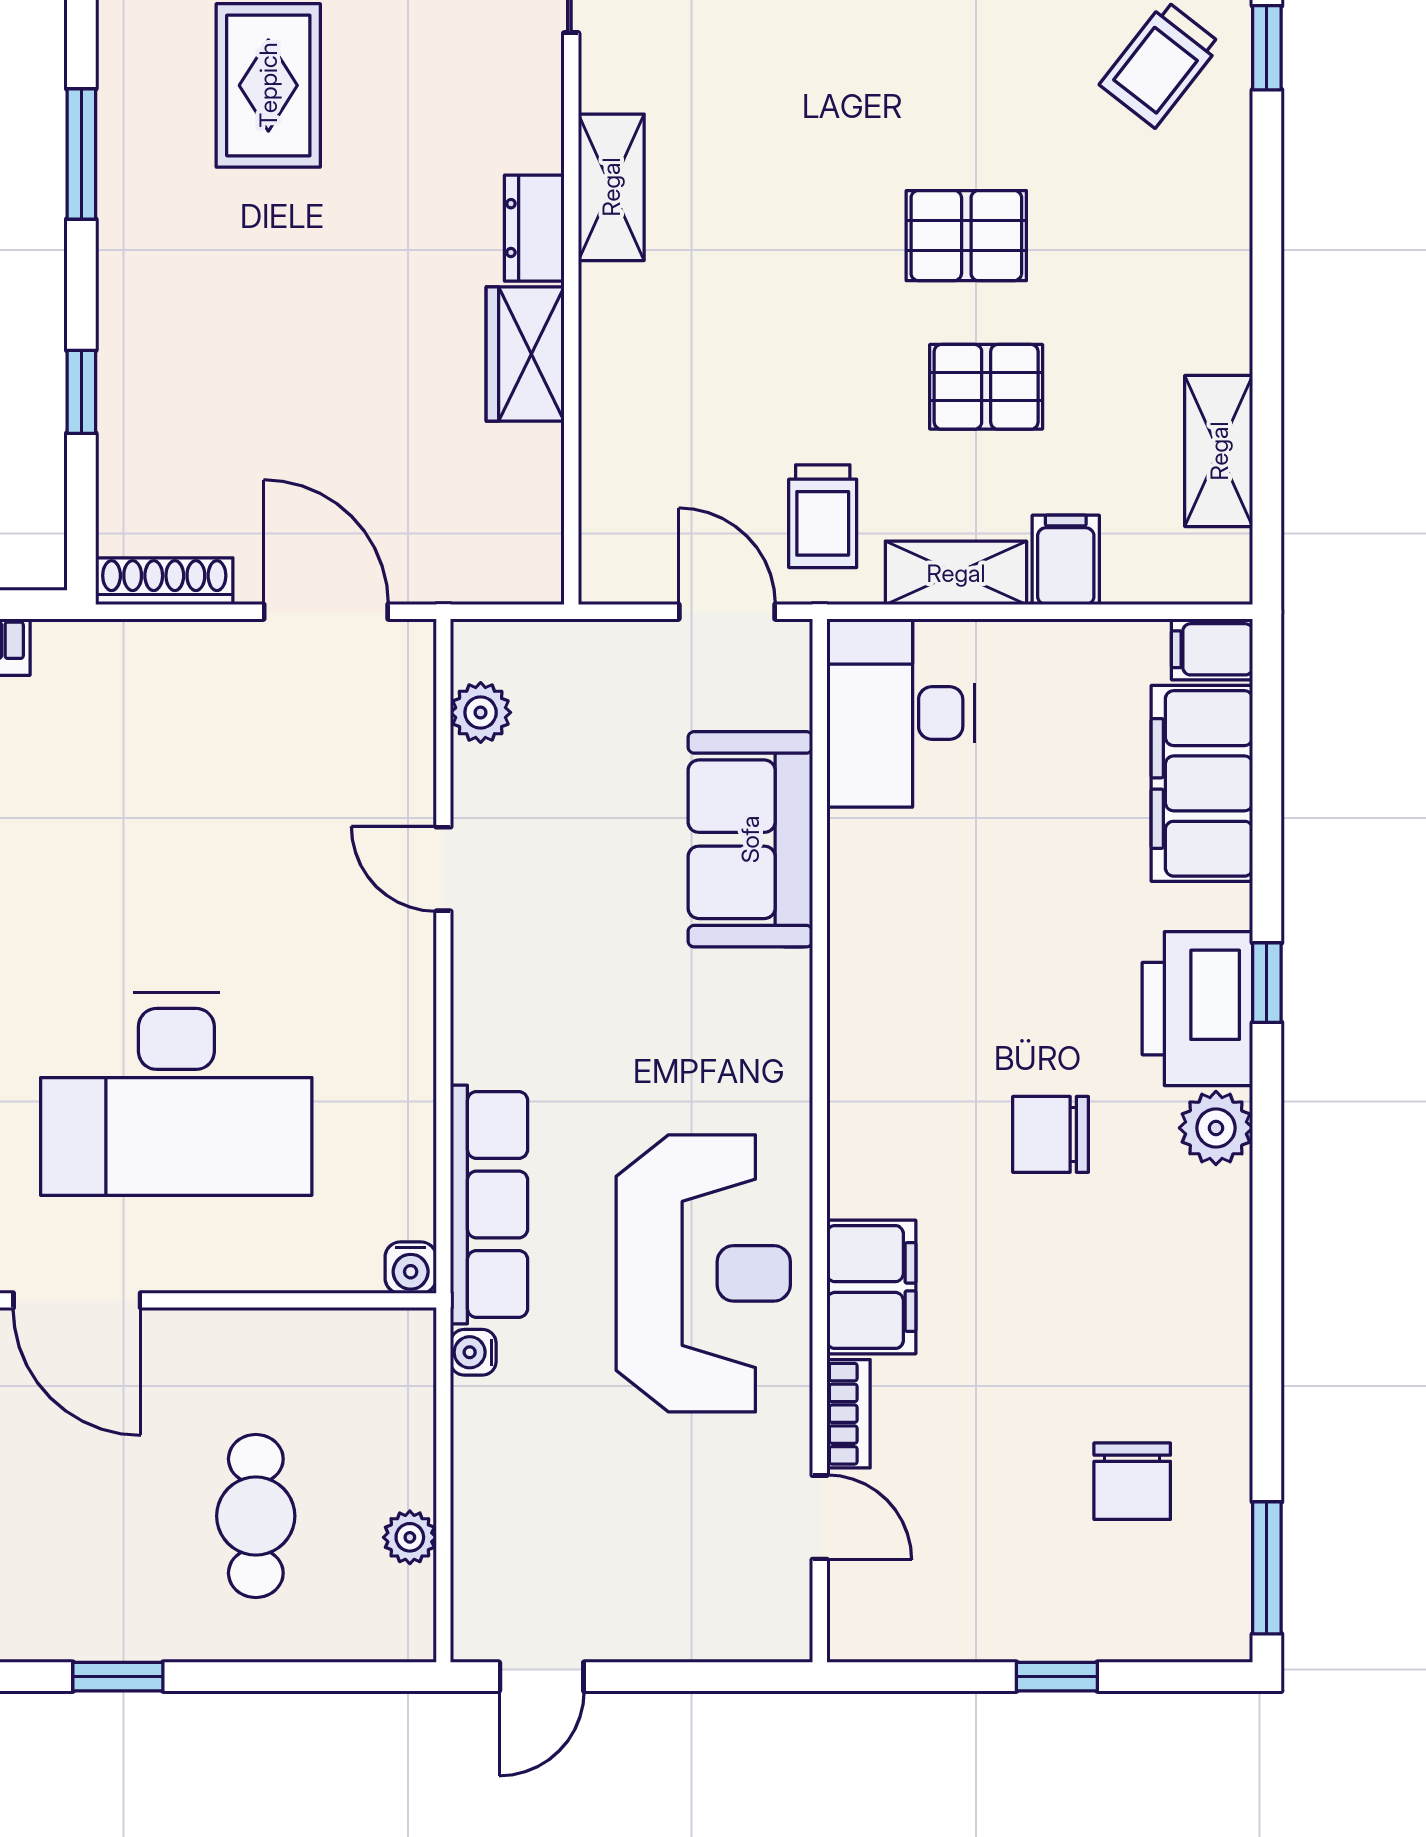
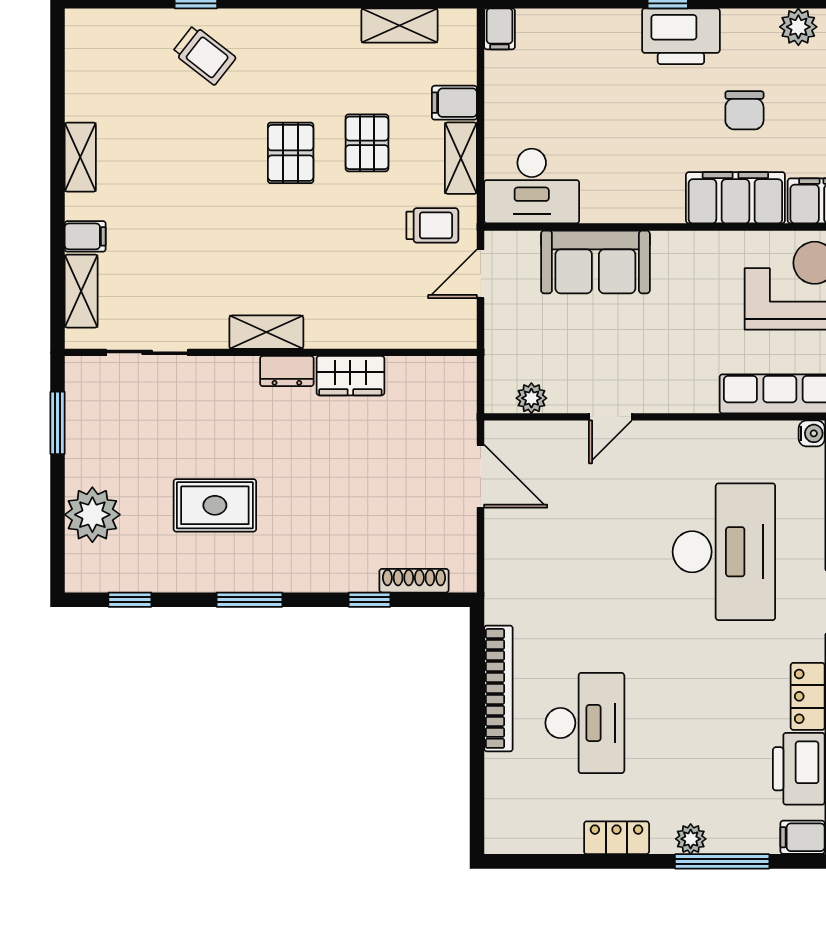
shoe rack: (164, 581) -> (414, 581), moved, turned 90
door: (326, 612) -> (481, 476), swing flipped
filing cabinet: (1202, 783) -> (735, 198), moved, turned 180
plant: (1216, 1128) -> (798, 27), moved

